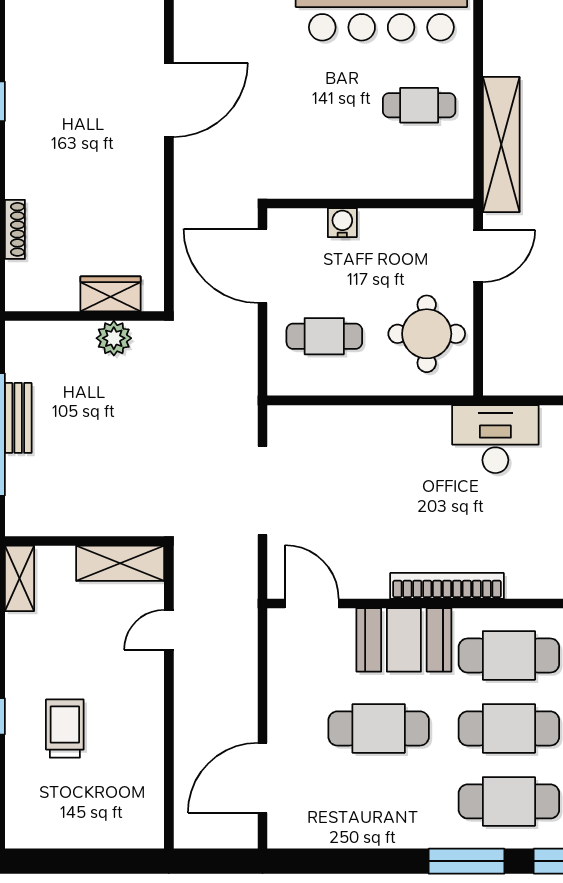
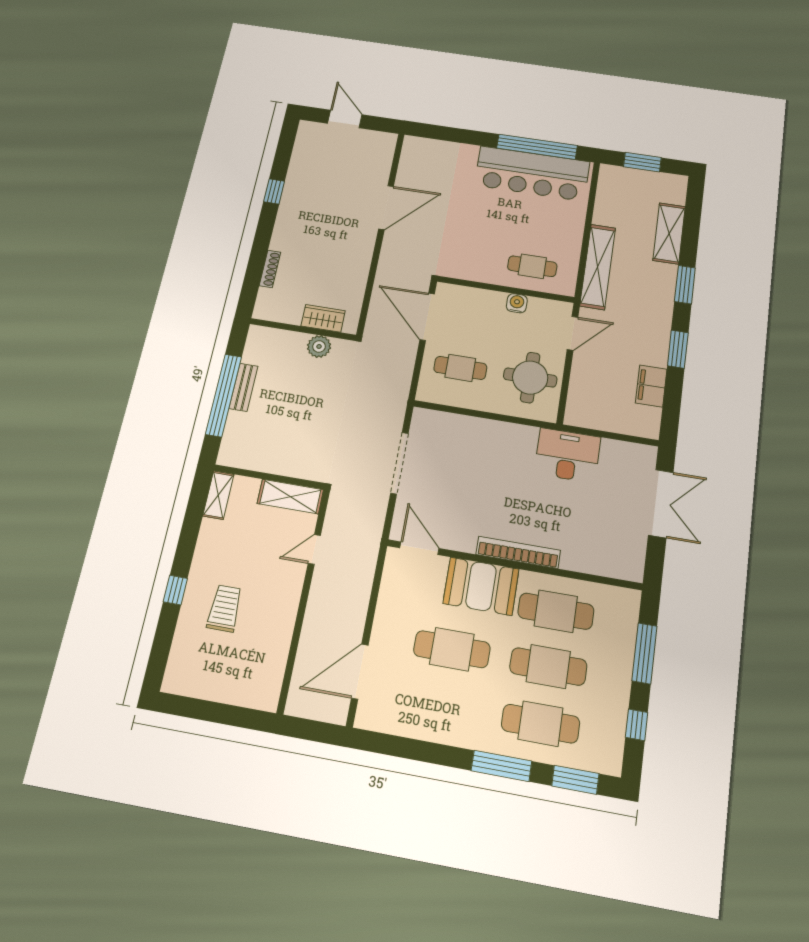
cafe table: (419, 105) -> (532, 266), moved
water cooler: (342, 223) -> (517, 303), moved

